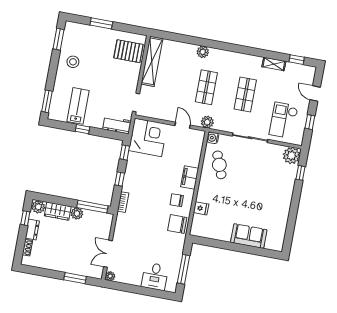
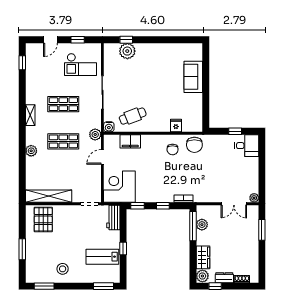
shelving: (274, 64) -> (30, 115), moved
plant: (291, 156) -> (127, 51), moved
filing cabinet: (190, 177) -> (130, 141), moved
plant: (77, 214) -> (202, 225), moved
window: (184, 269) -> (235, 131), width x0.46
desk: (155, 276) -> (247, 146), moved

